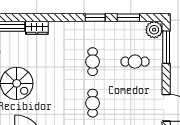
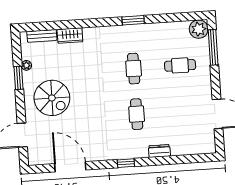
window: (128, 18) -> (170, 18), removed

